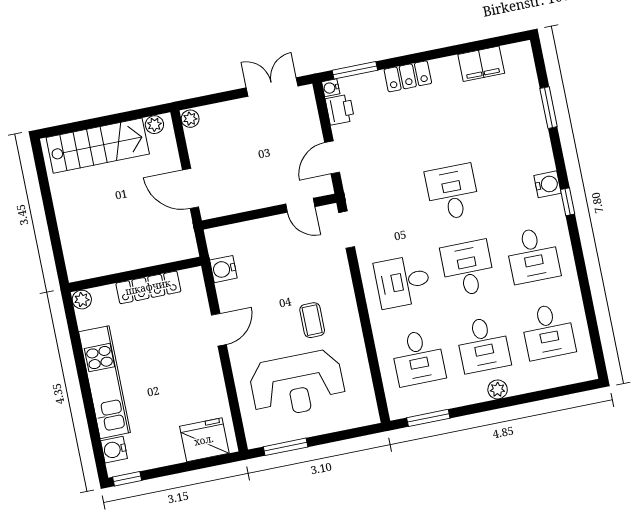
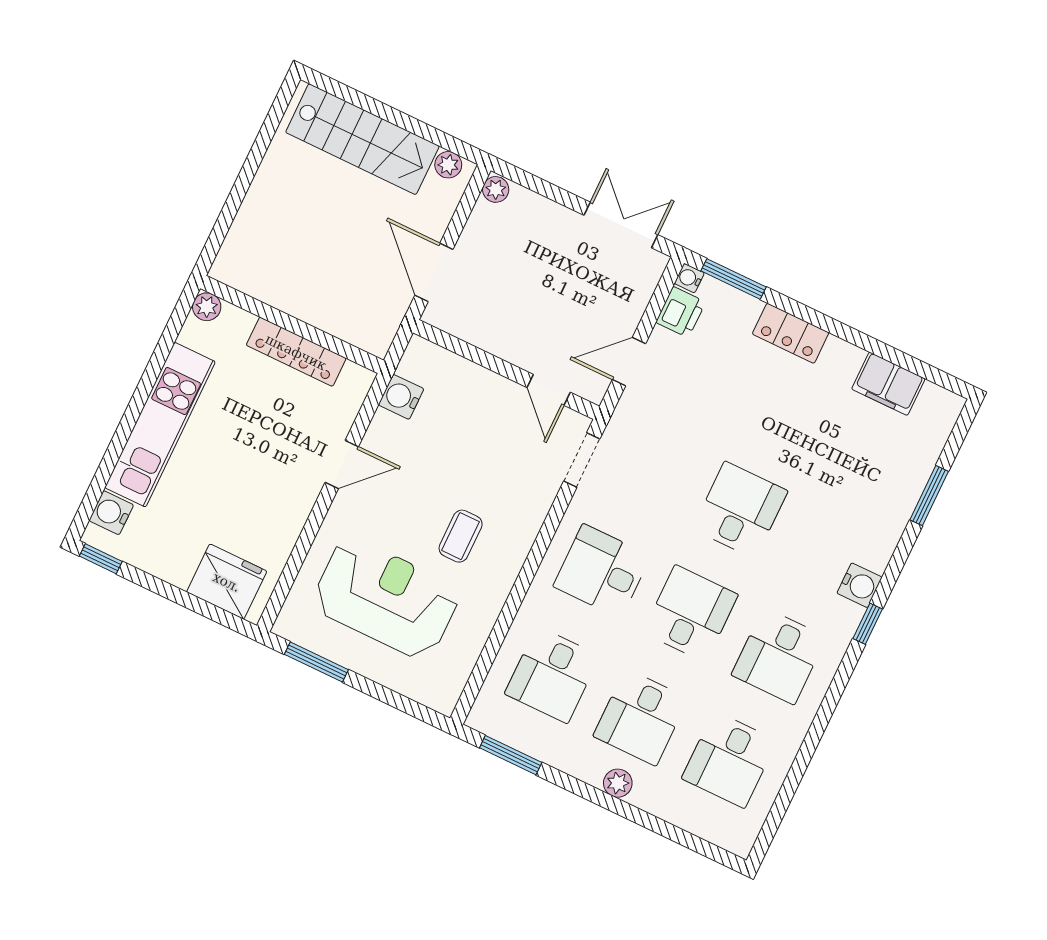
reception desk: (297, 384) -> (386, 598), turned 180

